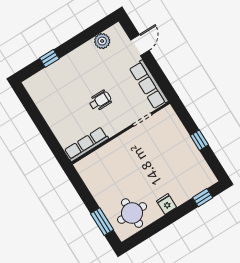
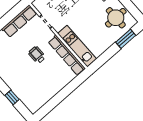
row of seats: (86, 144) -> (67, 55), width x1.36
kitchen unit: (103, 156) -> (77, 46), added

